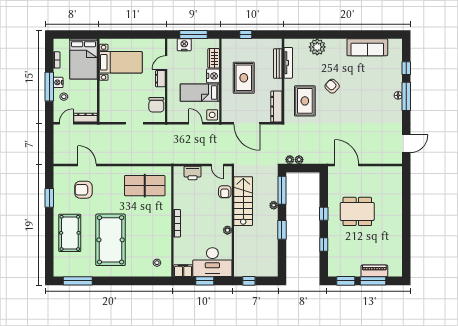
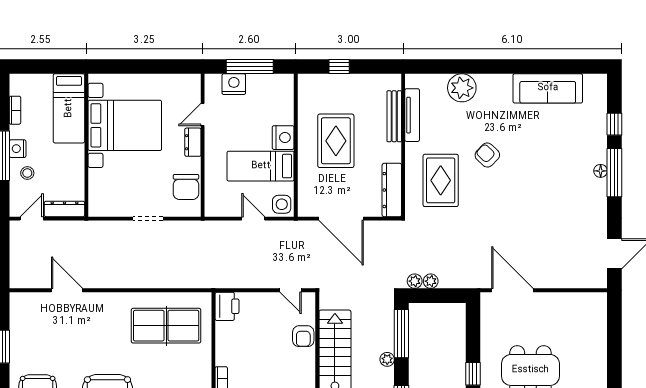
wardrobe: (214, 58) -> (284, 107), removed
bed: (84, 59) -> (69, 108), width x0.67
bed with nightstands: (121, 62) -> (125, 125), width x1.36
printer: (193, 173) -> (227, 306), moved, turned -90
armchair: (83, 190) -> (61, 333), removed

